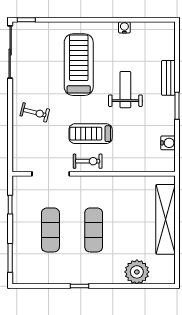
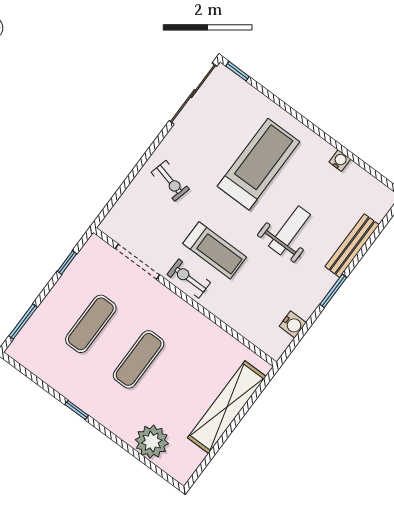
bench: (168, 78) -> (352, 246), width x1.36
treadmill: (91, 134) -> (215, 250), turned 180
exercise bike: (88, 161) -> (189, 278), turned 180

